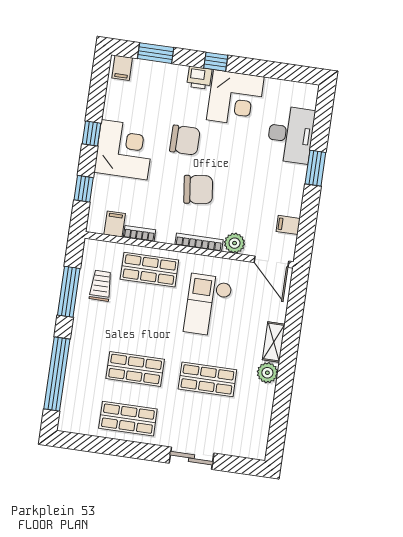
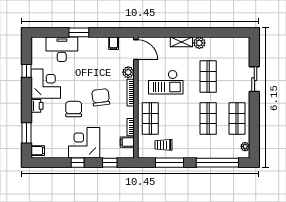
window: (216, 62) -> (26, 71), moved
door: (271, 262) -> (136, 50), hinge flipped
plant: (78, 426) -> (245, 147), added

